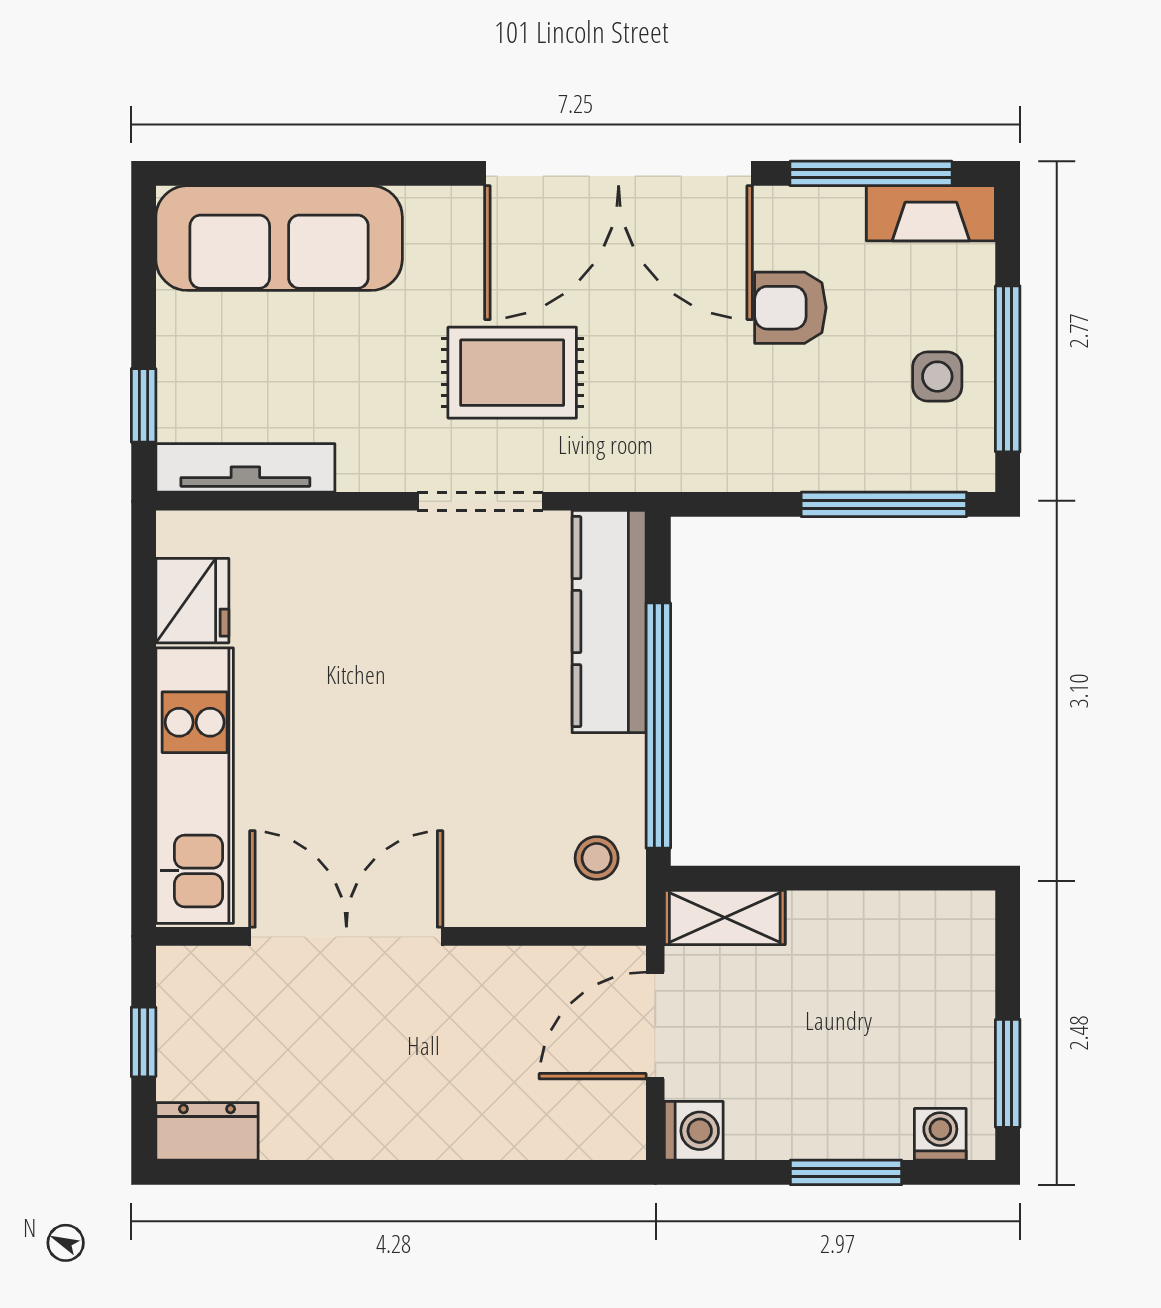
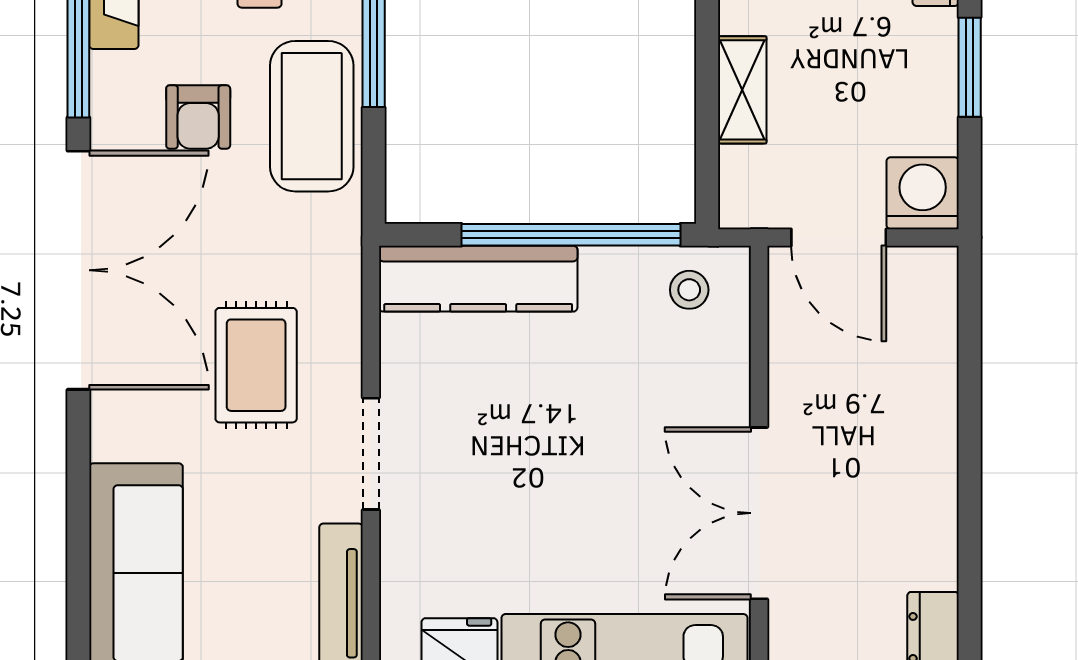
coffee table: (791, 435) -> (312, 116), added
doorway: (480, 501) -> (371, 454), moved
shelving: (725, 918) -> (742, 90), moved
washing machine: (694, 1131) -> (923, 193), width x1.38, depth x1.38

